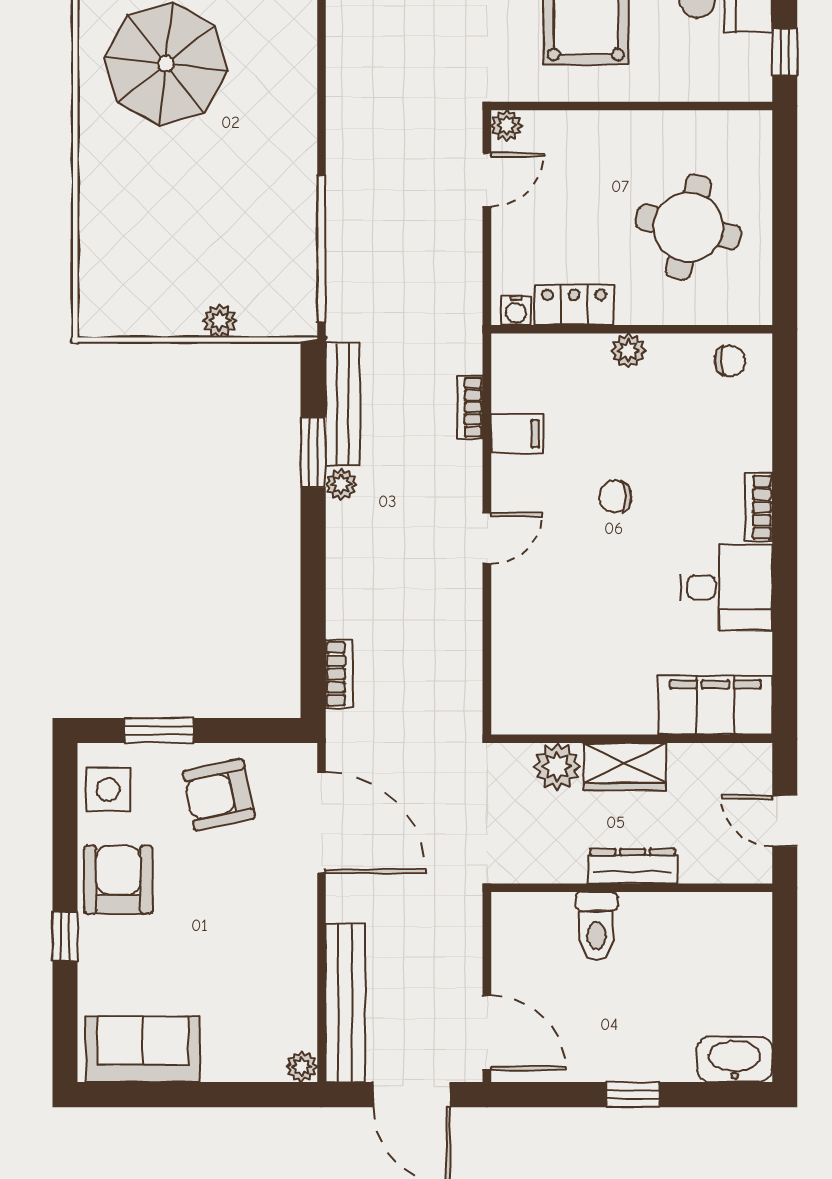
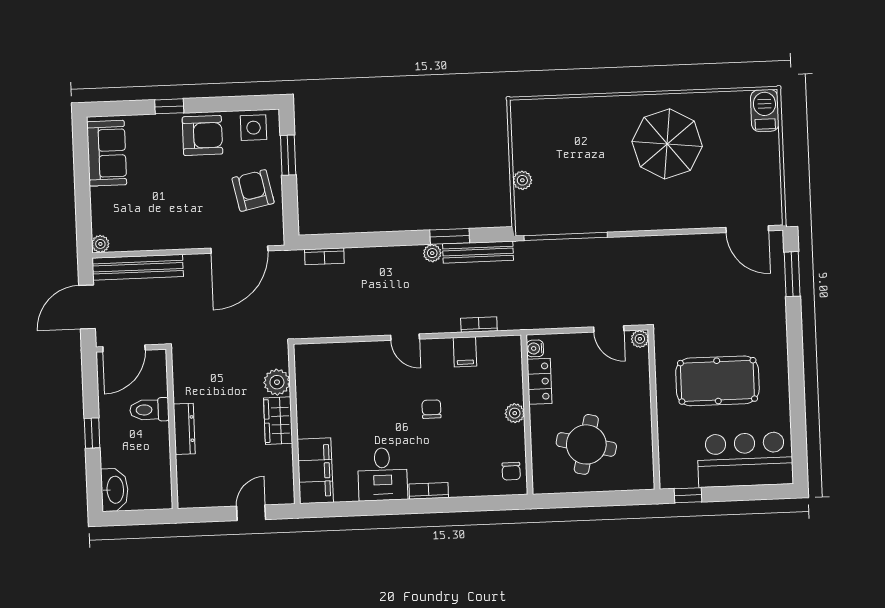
dresser: (633, 866) -> (184, 429), moved
wall: (632, 888) -> (172, 429), moved
toilet: (596, 926) -> (149, 410), moved

